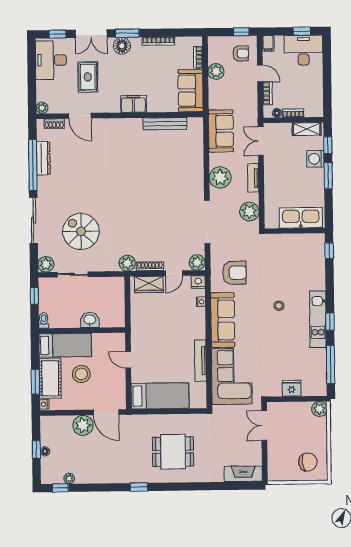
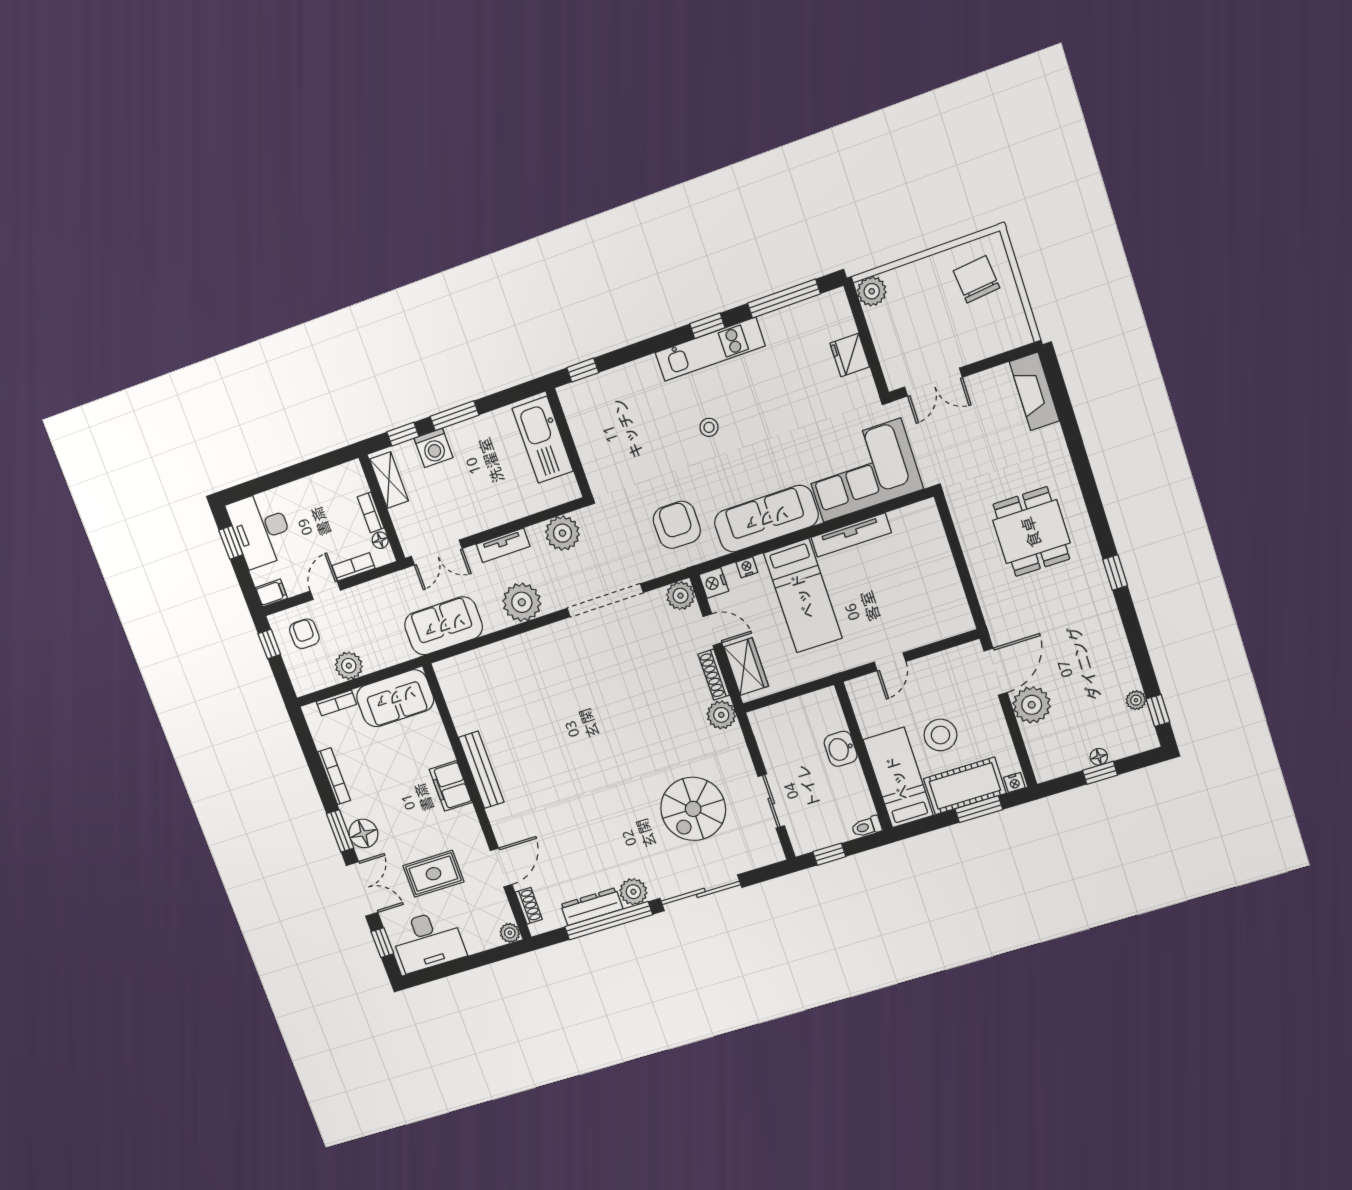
bench: (165, 124) -> (481, 770), moved
plant: (46, 264) -> (633, 892), moved
bed: (160, 396) -> (803, 596), moved, turned 180

